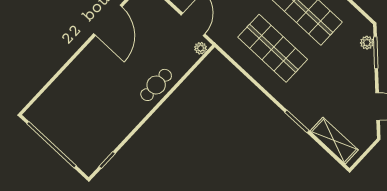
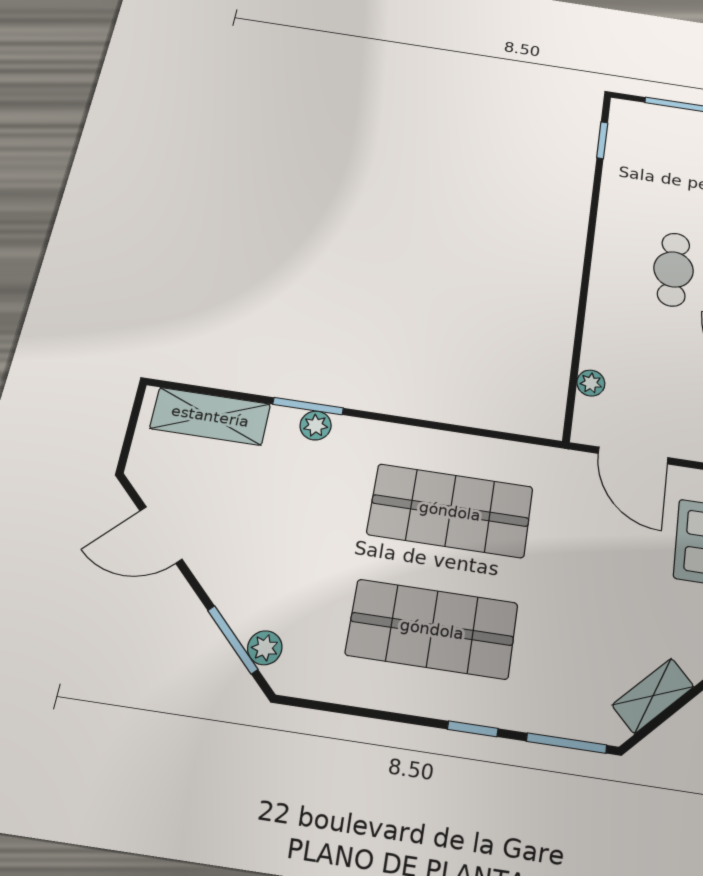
plant: (201, 48) -> (591, 383), moved
cafe table: (156, 85) -> (673, 269), moved
plant: (299, 112) -> (316, 426), added

